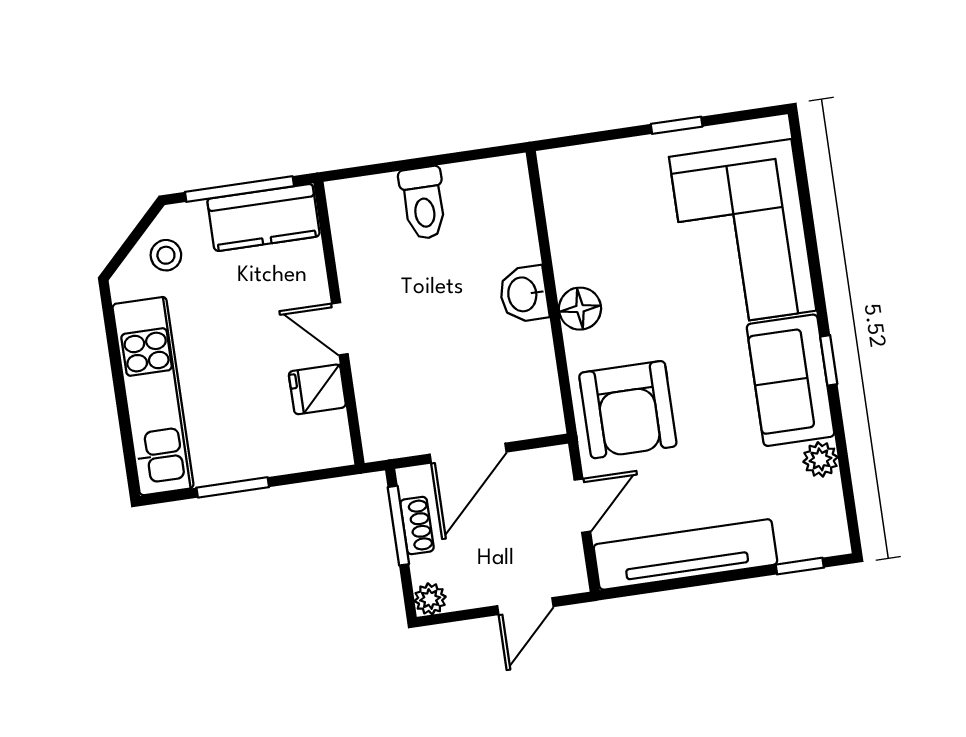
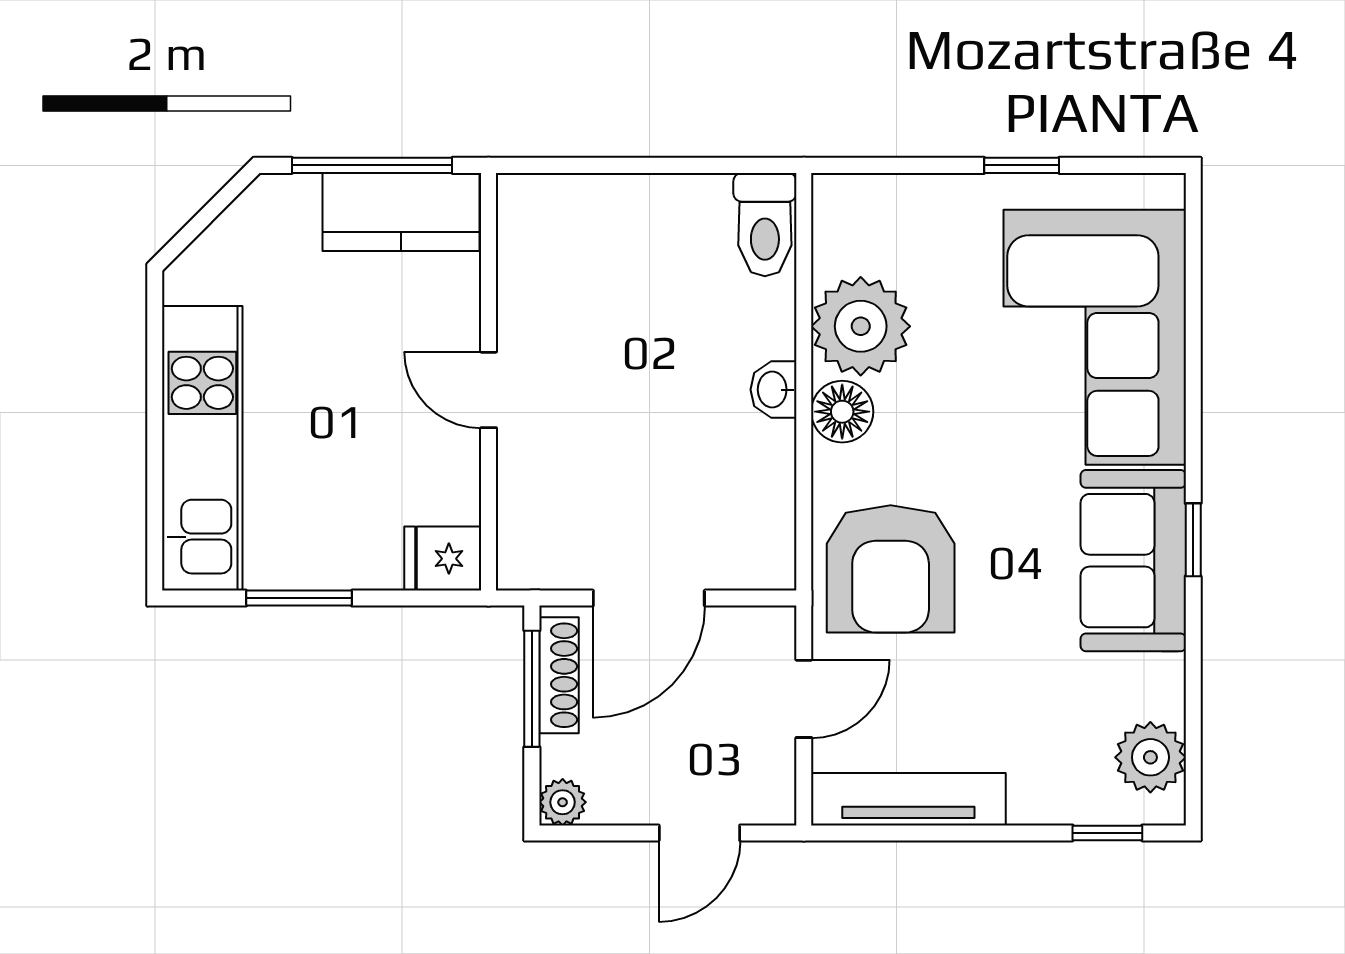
toilet: (423, 203) -> (765, 225), moved
plant: (584, 249) -> (861, 326), added
stool: (166, 255) -> (251, 246), removed
washbasin: (524, 294) -> (774, 390), width x0.72, depth x0.69
fridge: (317, 389) -> (443, 559), moved
plant: (820, 459) -> (1150, 757), moved, width x1.38, depth x1.38
shoe rack: (417, 526) -> (559, 675), width x1.43
tv unit: (685, 554) -> (908, 799), width x0.73, depth x0.78

